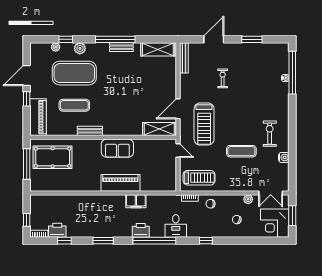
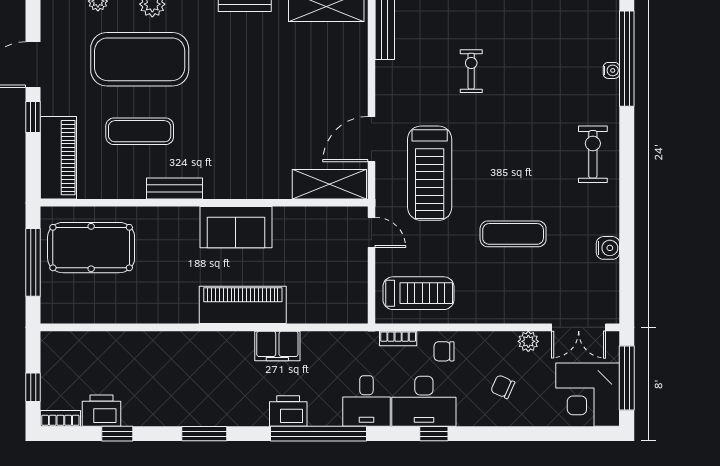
exercise bike: (270, 134) -> (593, 154), moved
window: (292, 216) -> (627, 378), width x1.44
desk: (201, 226) -> (424, 401), added

